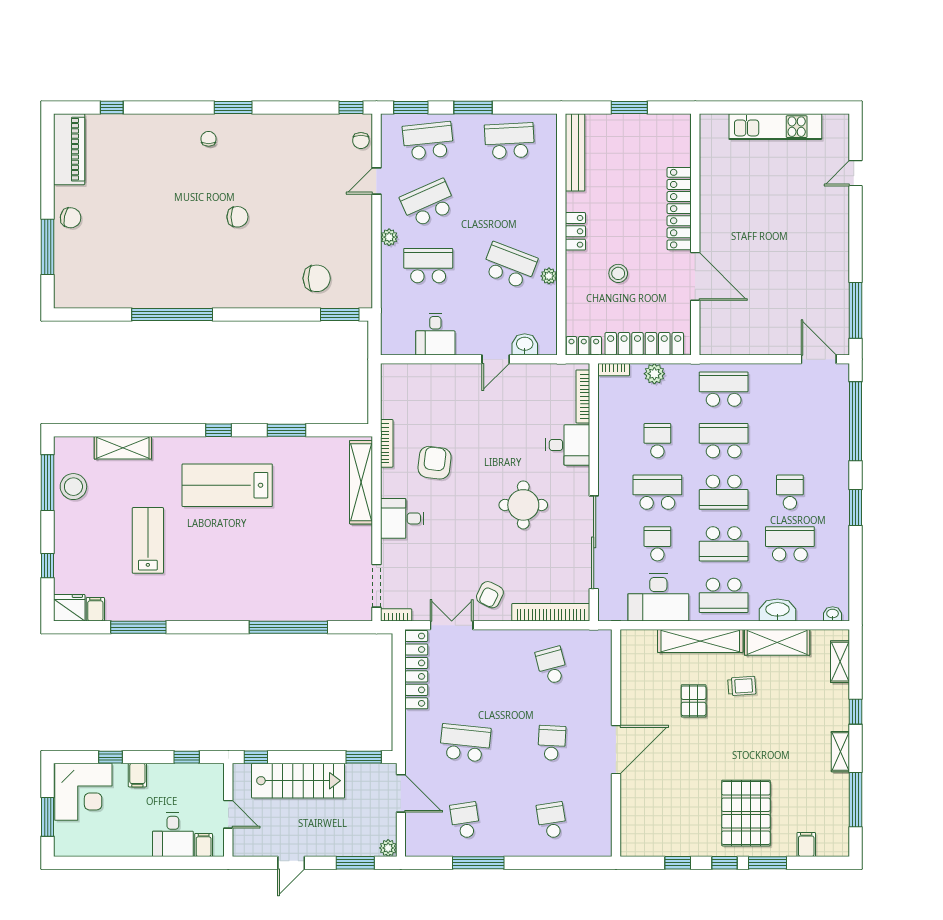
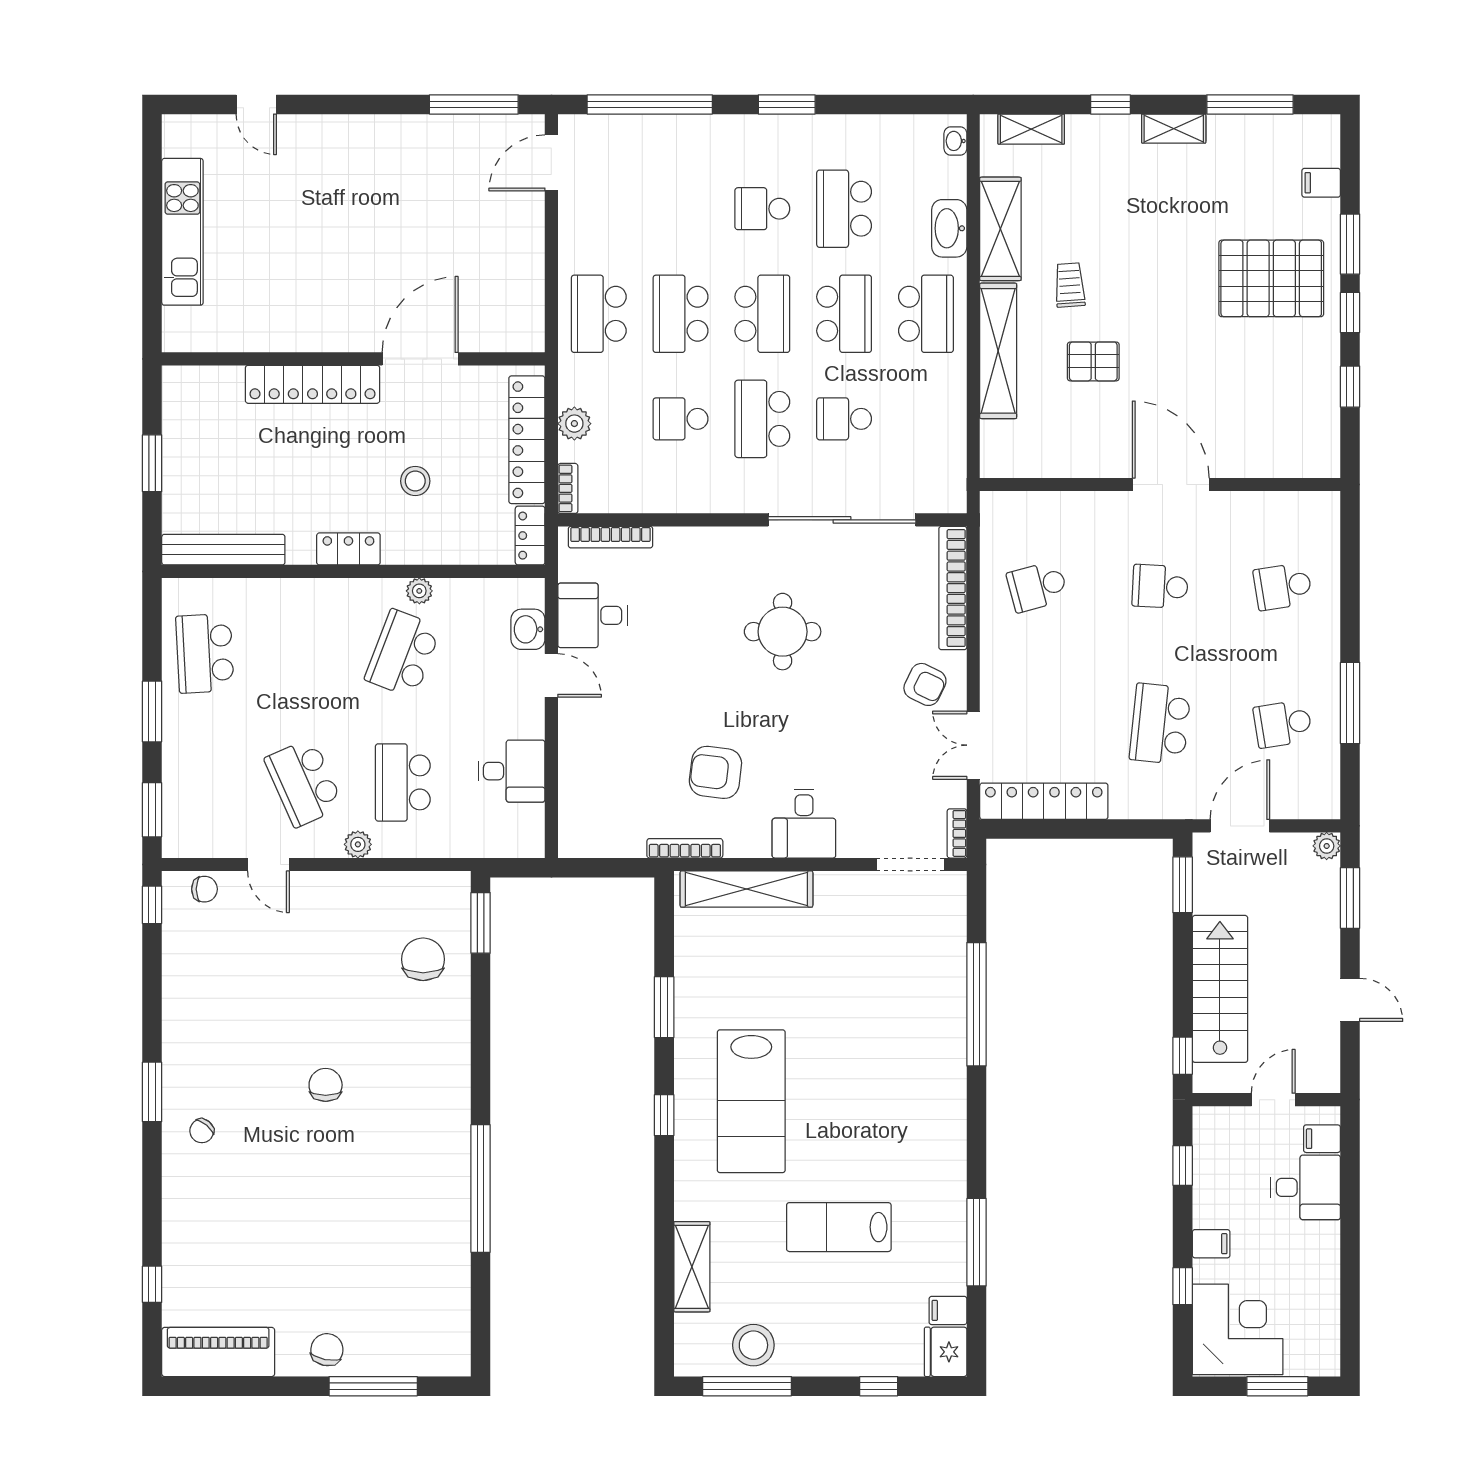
chair: (209, 139) -> (202, 1131), turned -50
school desk: (428, 141) -> (205, 782), removed
desk: (568, 445) -> (593, 615), moved, turned -90
desk: (658, 597) -> (929, 417), removed

